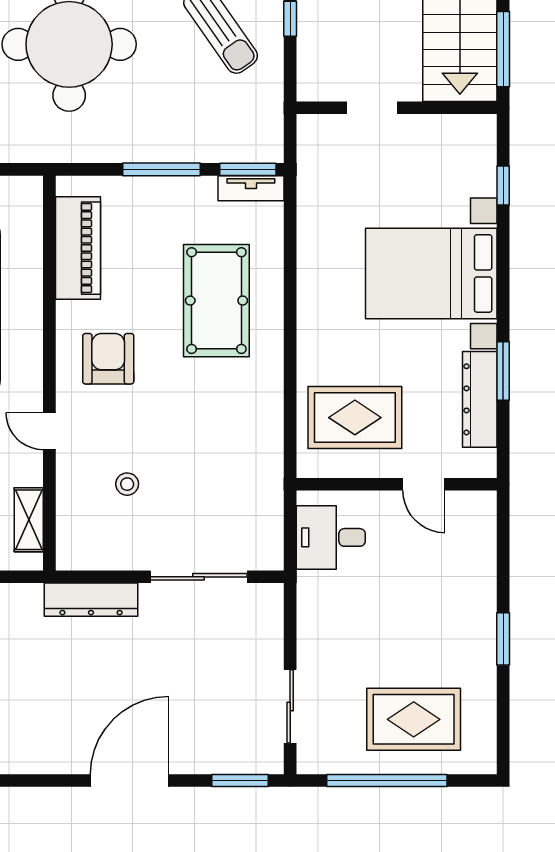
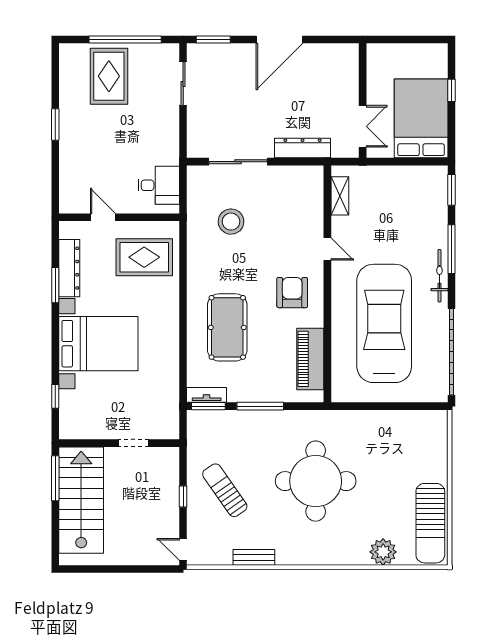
armchair: (108, 359) -> (292, 293), turned 180
stool: (127, 484) -> (231, 222), moved, width x1.89, depth x1.89
rug: (414, 719) -> (109, 76), turned 90

